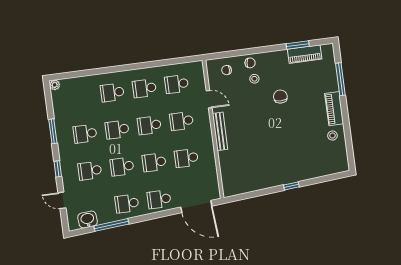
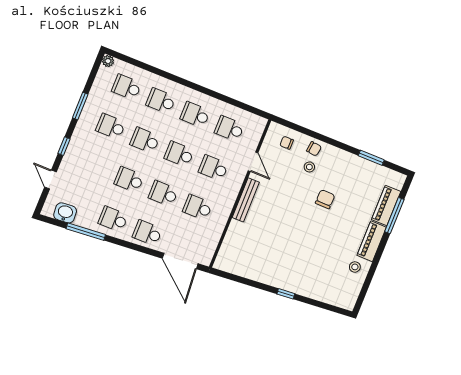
piano: (305, 54) -> (386, 206), moved, turned 90
school desk: (90, 171) -> (127, 87), moved

